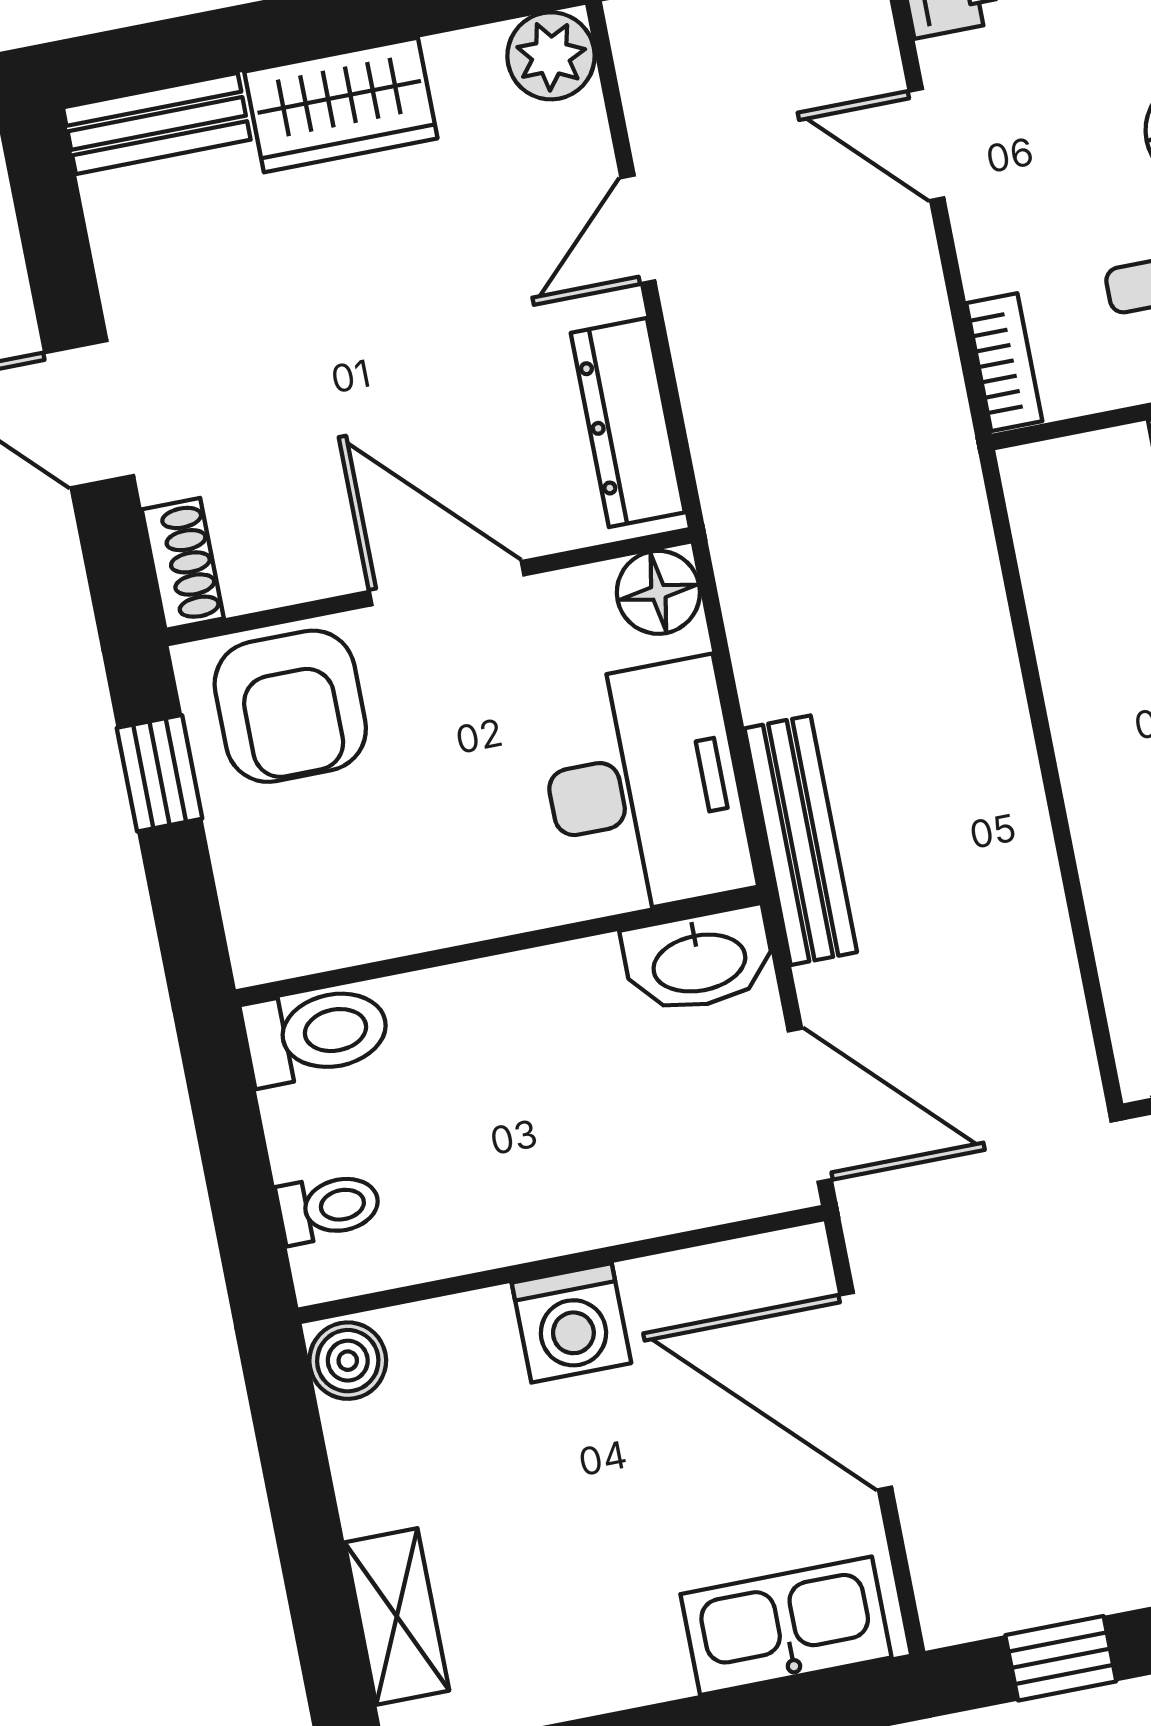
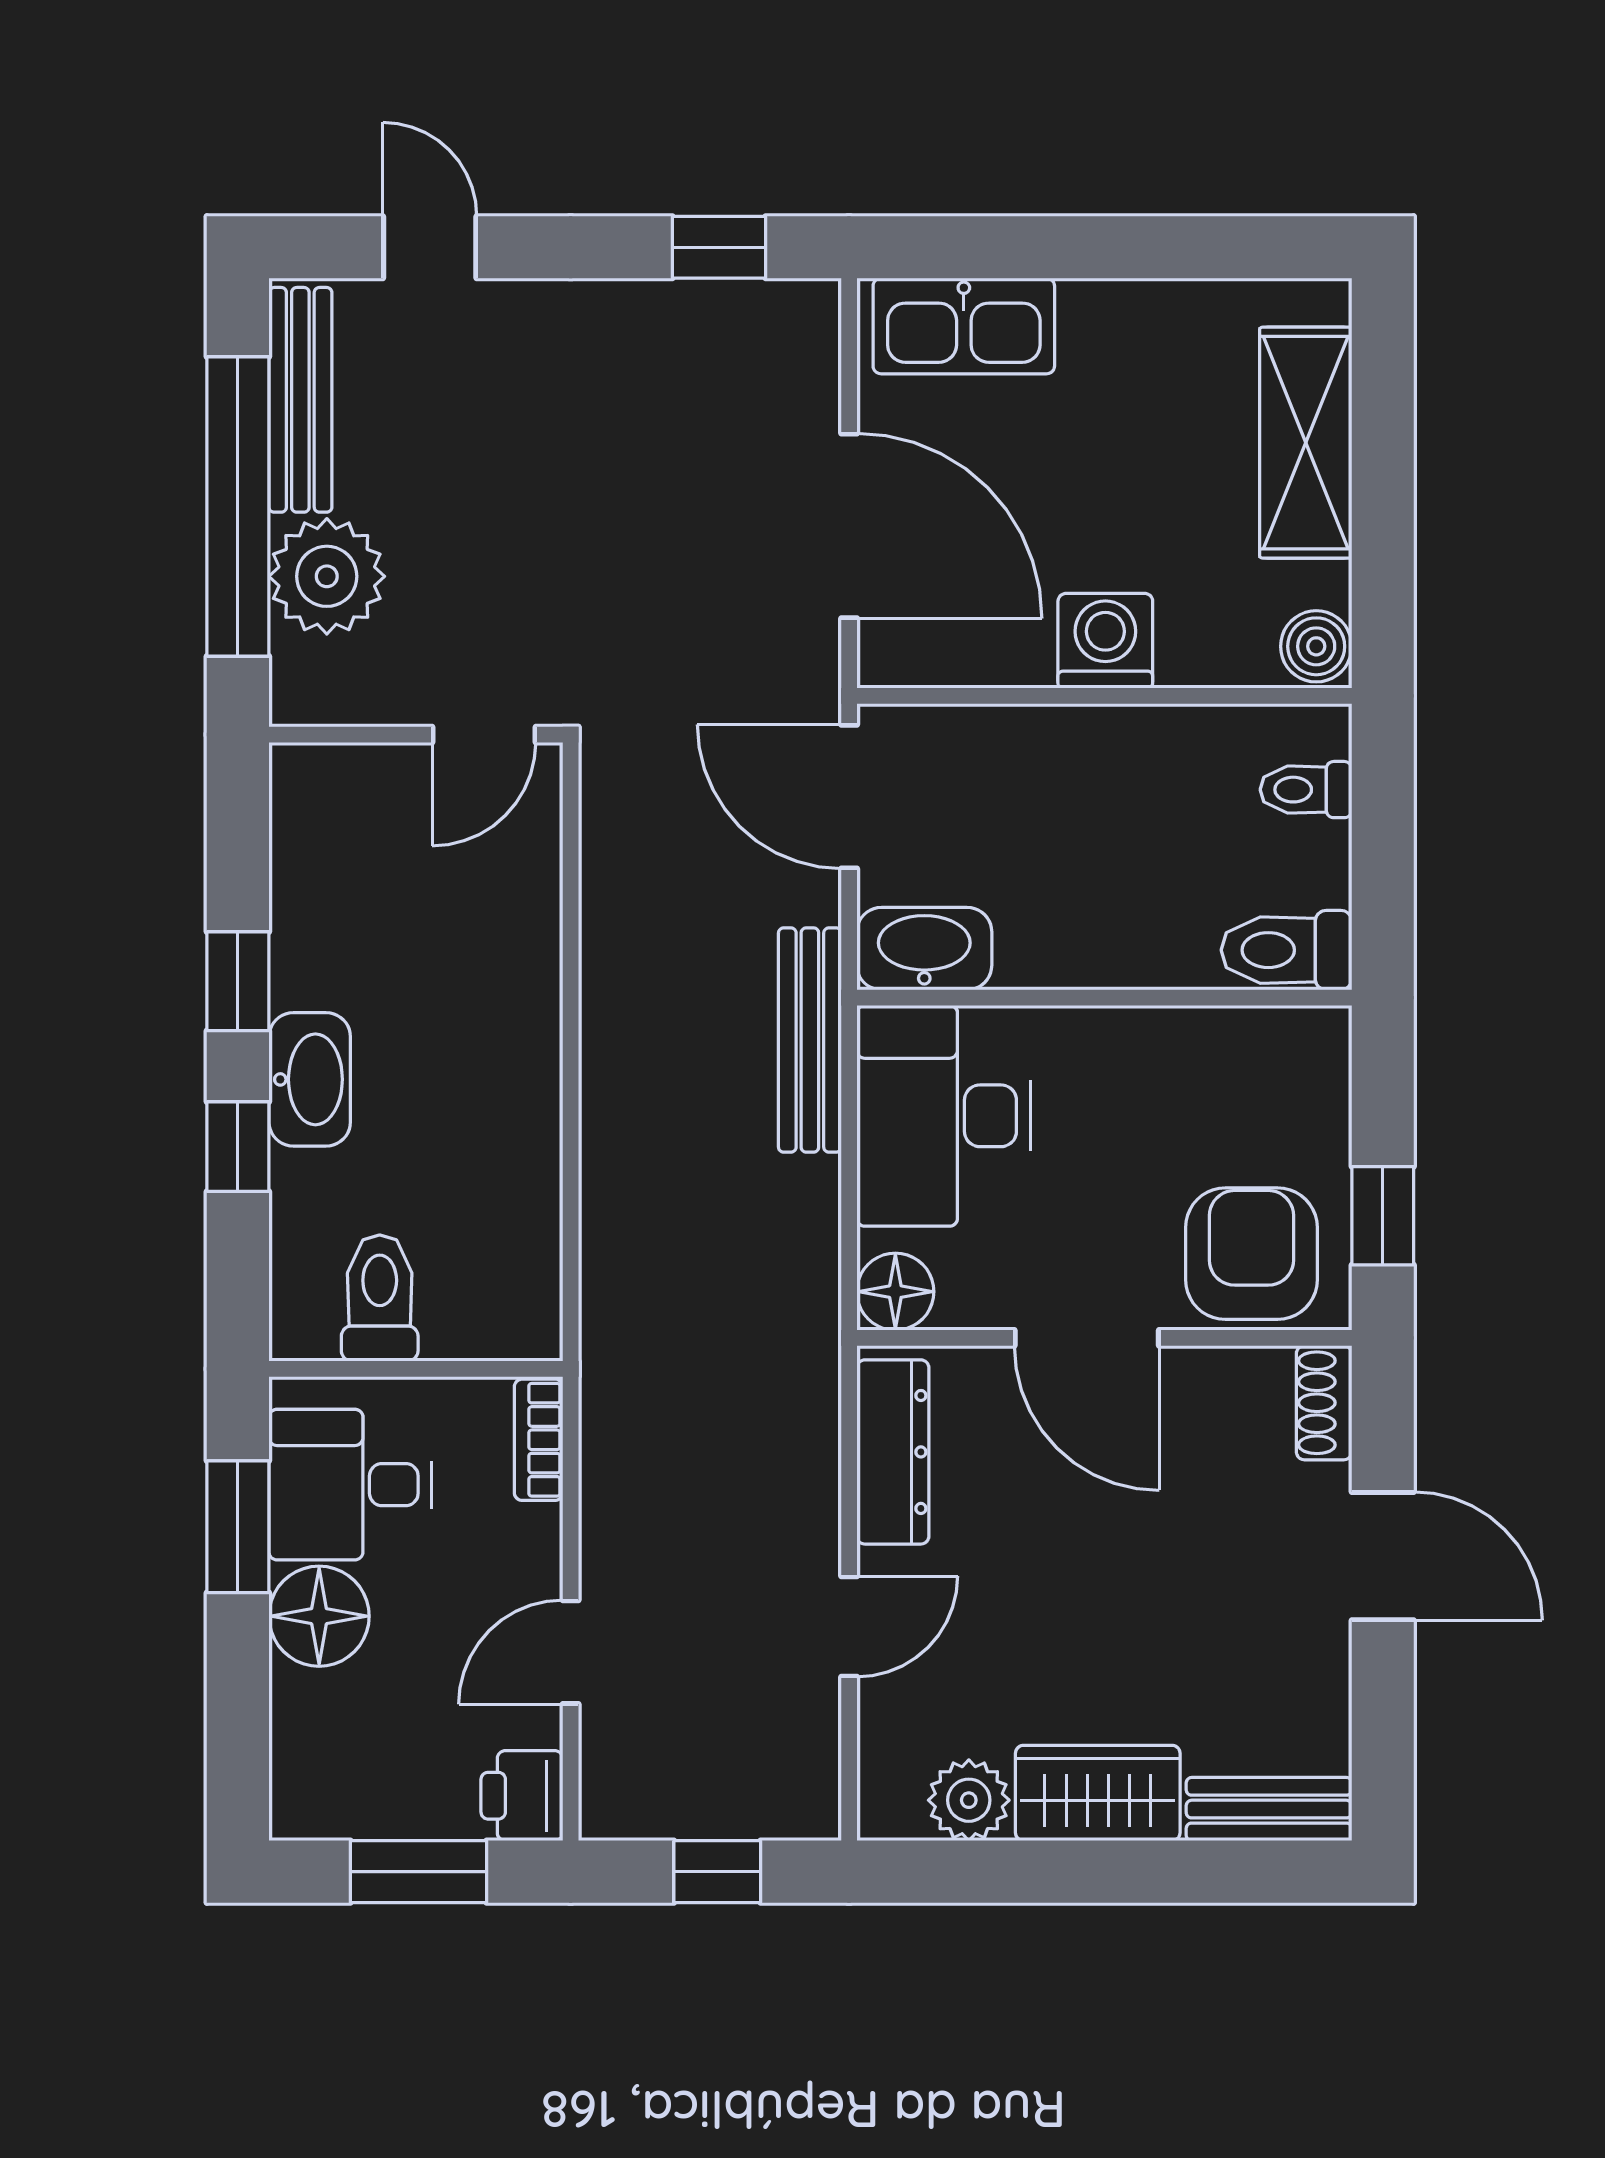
plant: (551, 56) -> (969, 1800), moved
door: (927, 144) -> (571, 1652), swing flipped
shelving: (397, 1616) -> (1306, 443), width x1.50, depth x1.33

